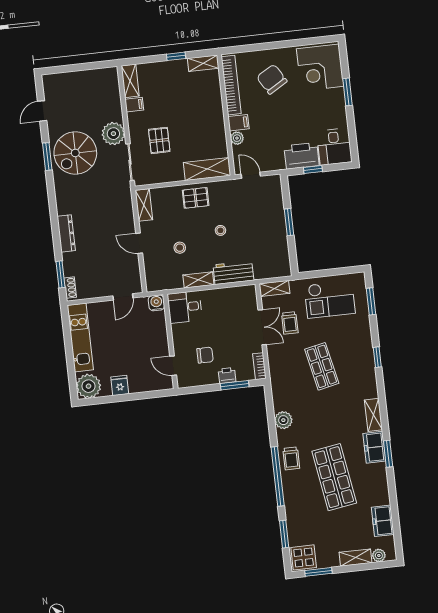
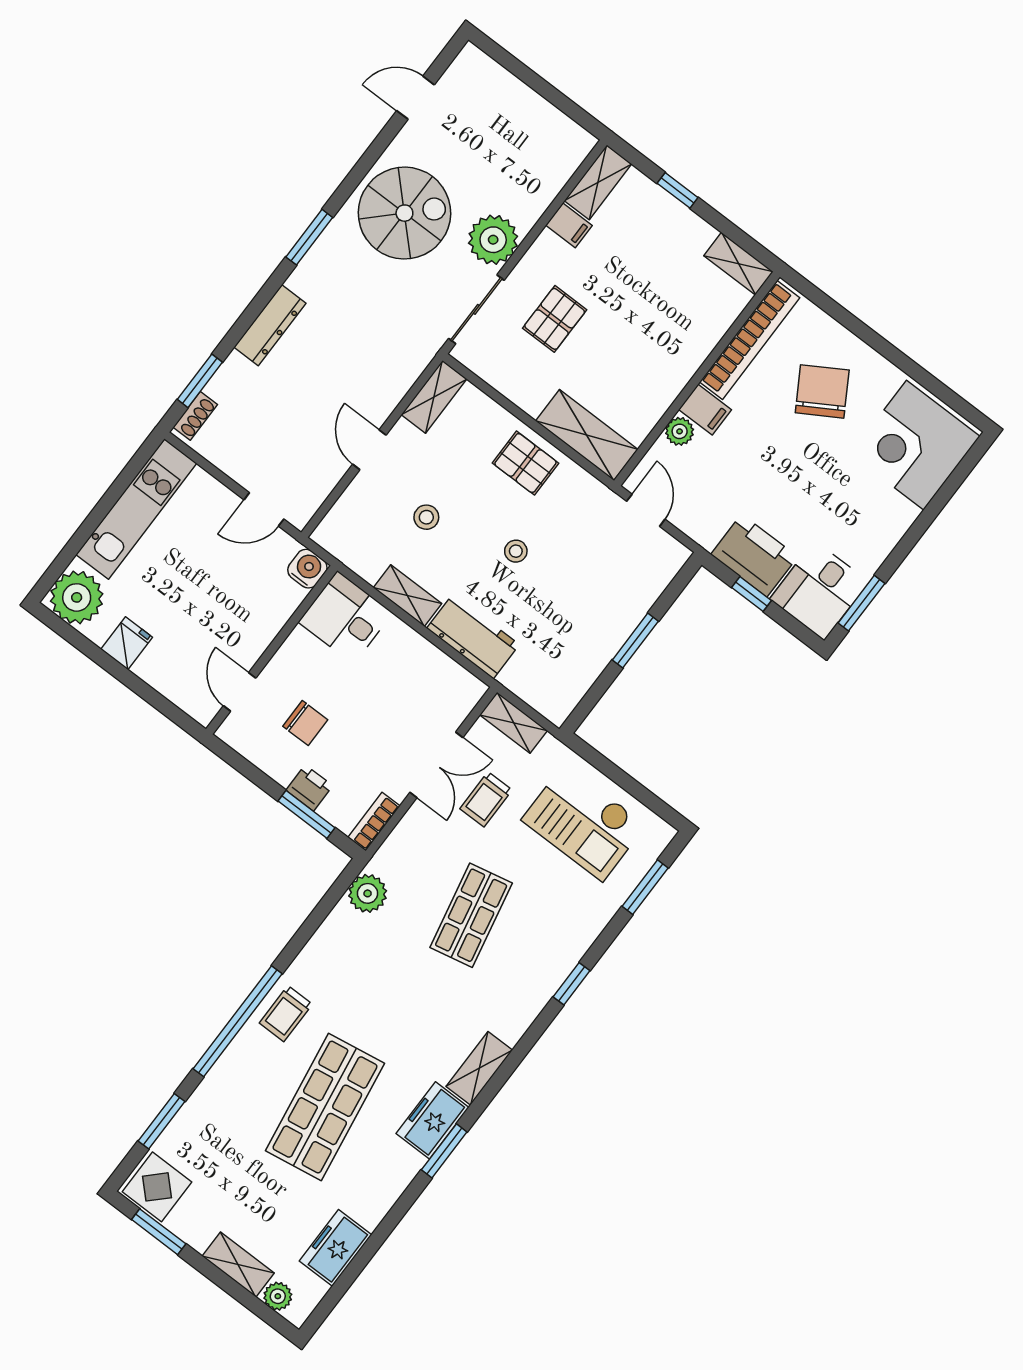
window: (176, 56) -> (678, 190), moved
window: (347, 92) -> (861, 603), moved
spiral stairs: (75, 153) -> (404, 213), turned 180
window: (47, 157) -> (309, 237), moved
plant: (283, 420) -> (368, 893), moved

